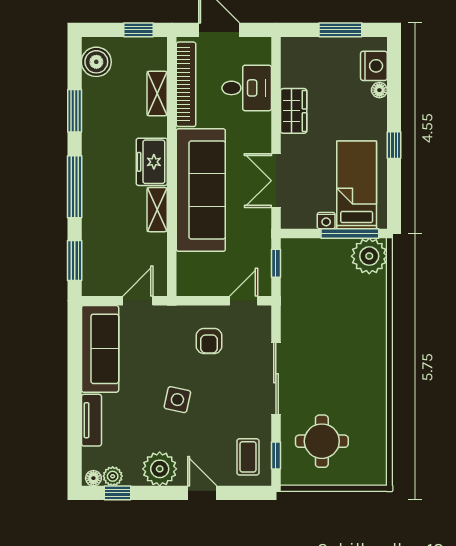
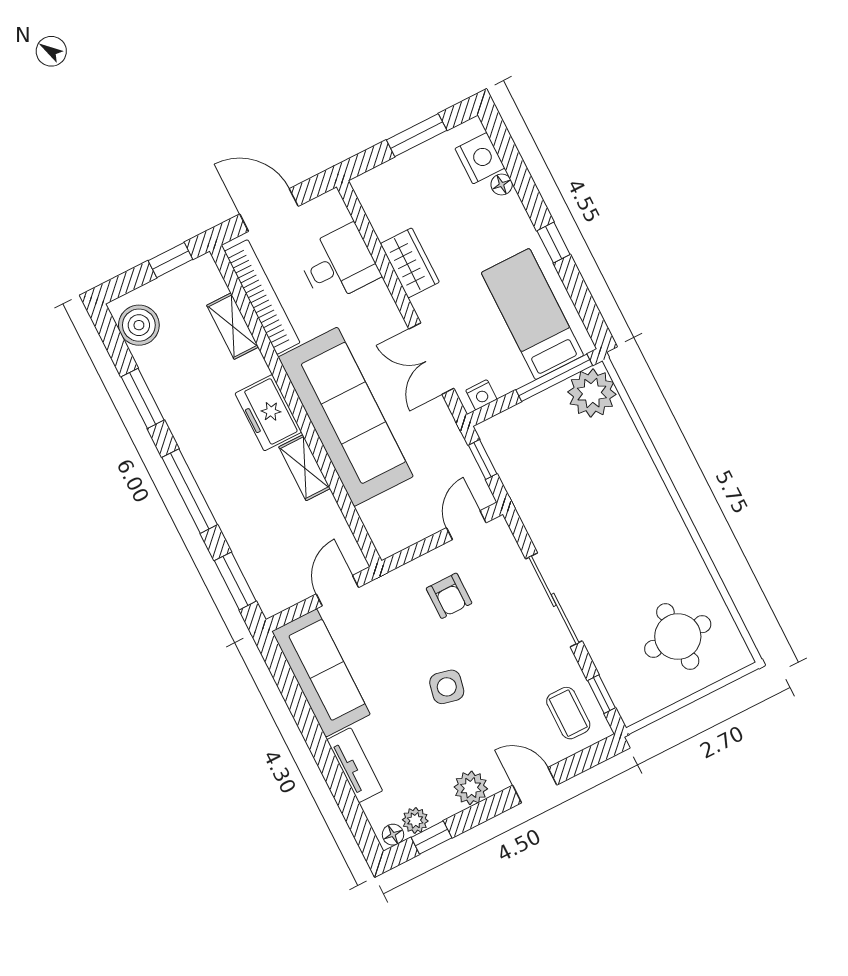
nightstand: (326, 221) -> (481, 395), moved
round table: (322, 441) -> (678, 637), moved
plant: (160, 469) -> (471, 788), width x0.73, depth x0.73

